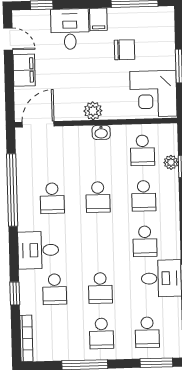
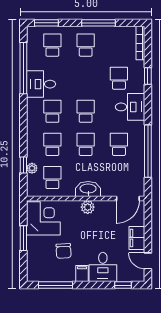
chair: (125, 50) -> (64, 251), turned -93
washbasin: (101, 132) -> (88, 189), width x1.91, depth x1.45
school desk: (100, 288) -> (86, 111), moved

